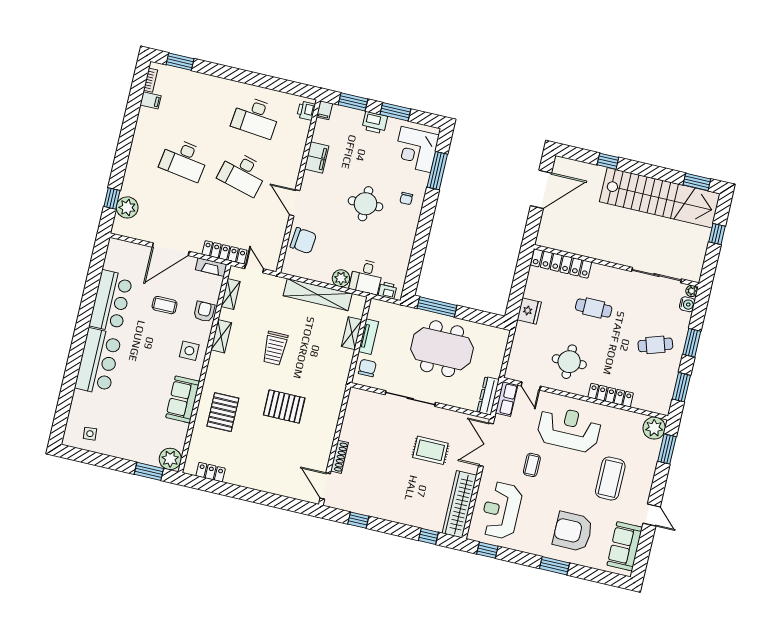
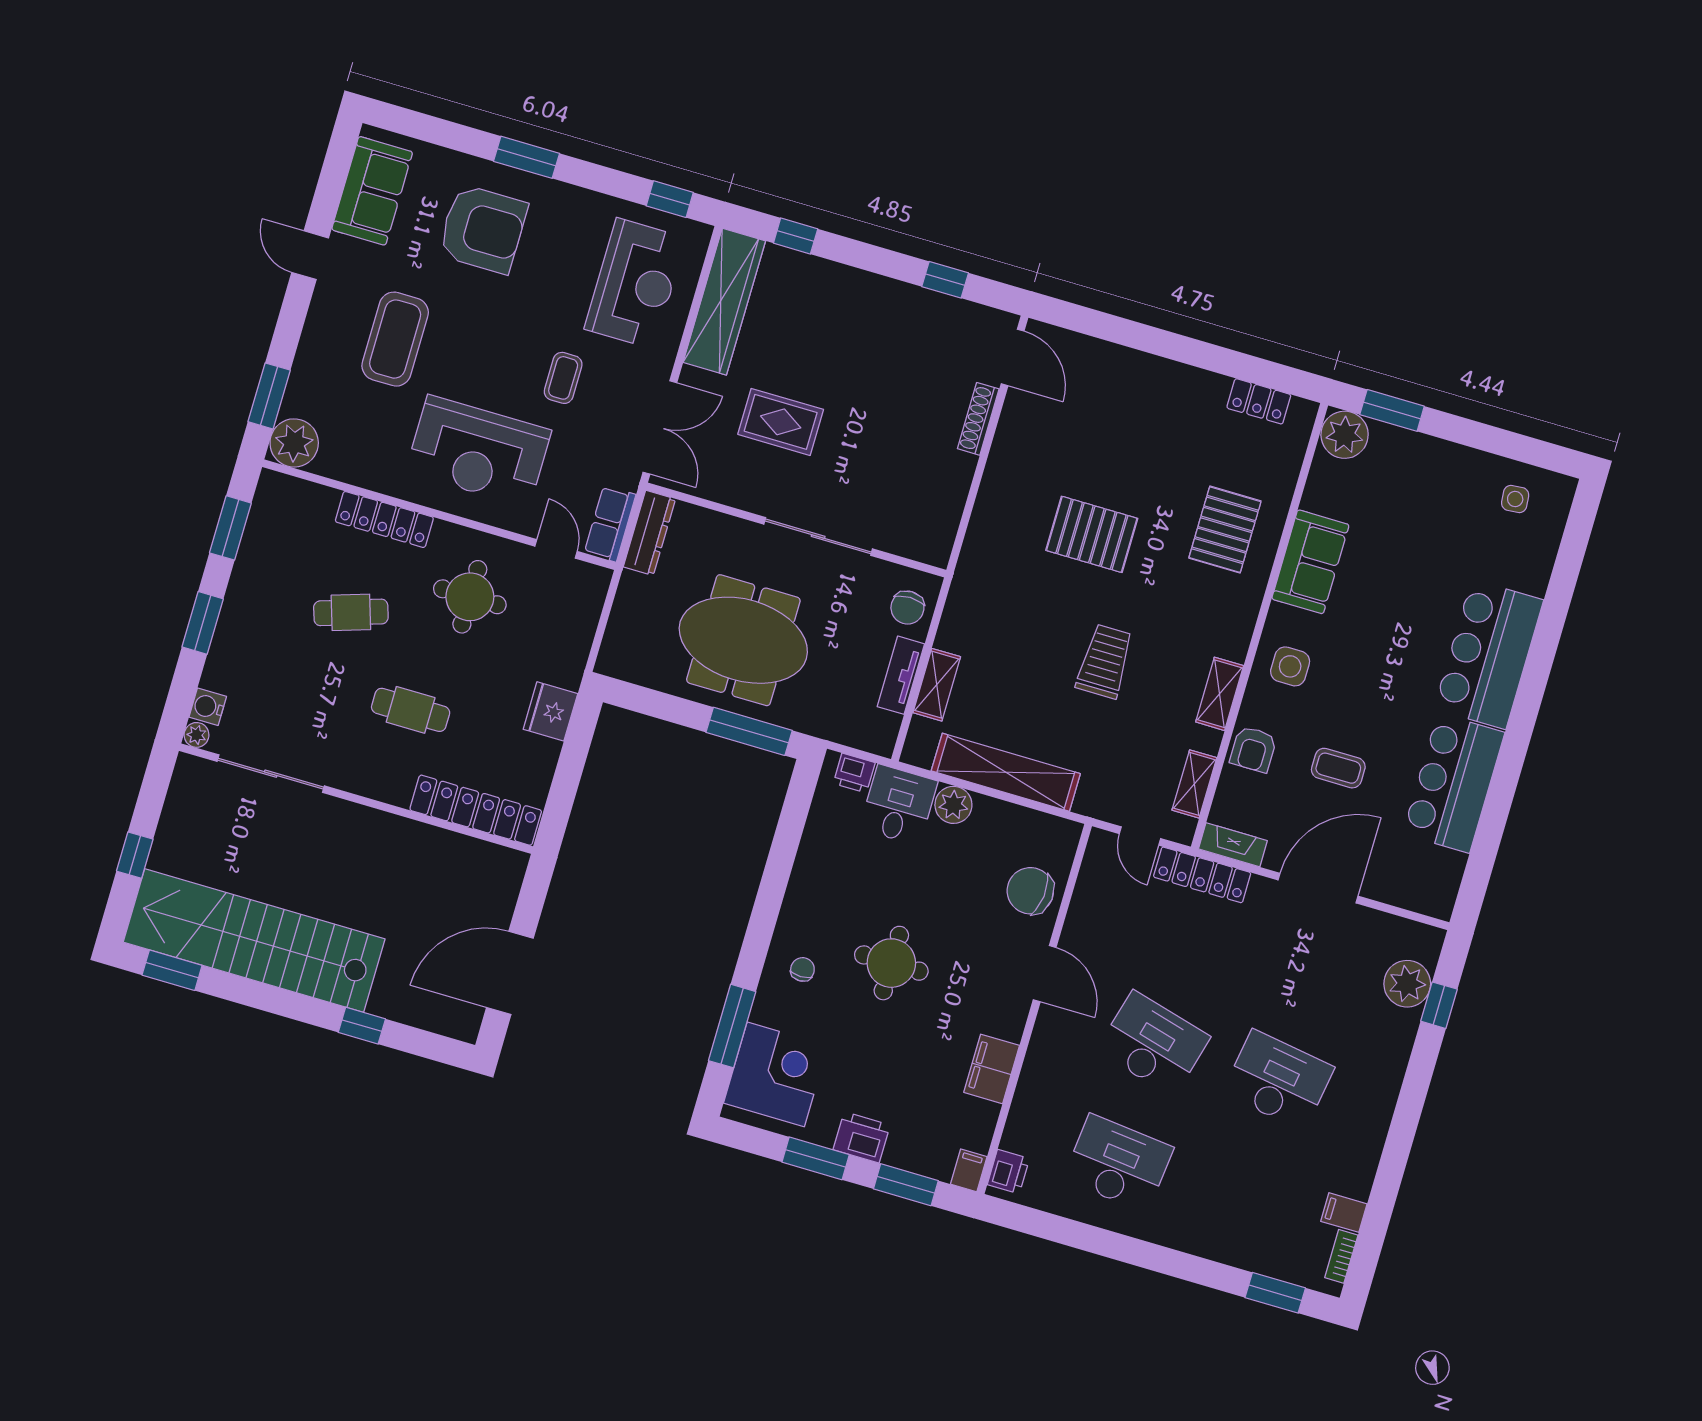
cafe table: (655, 345) -> (351, 612), moved

